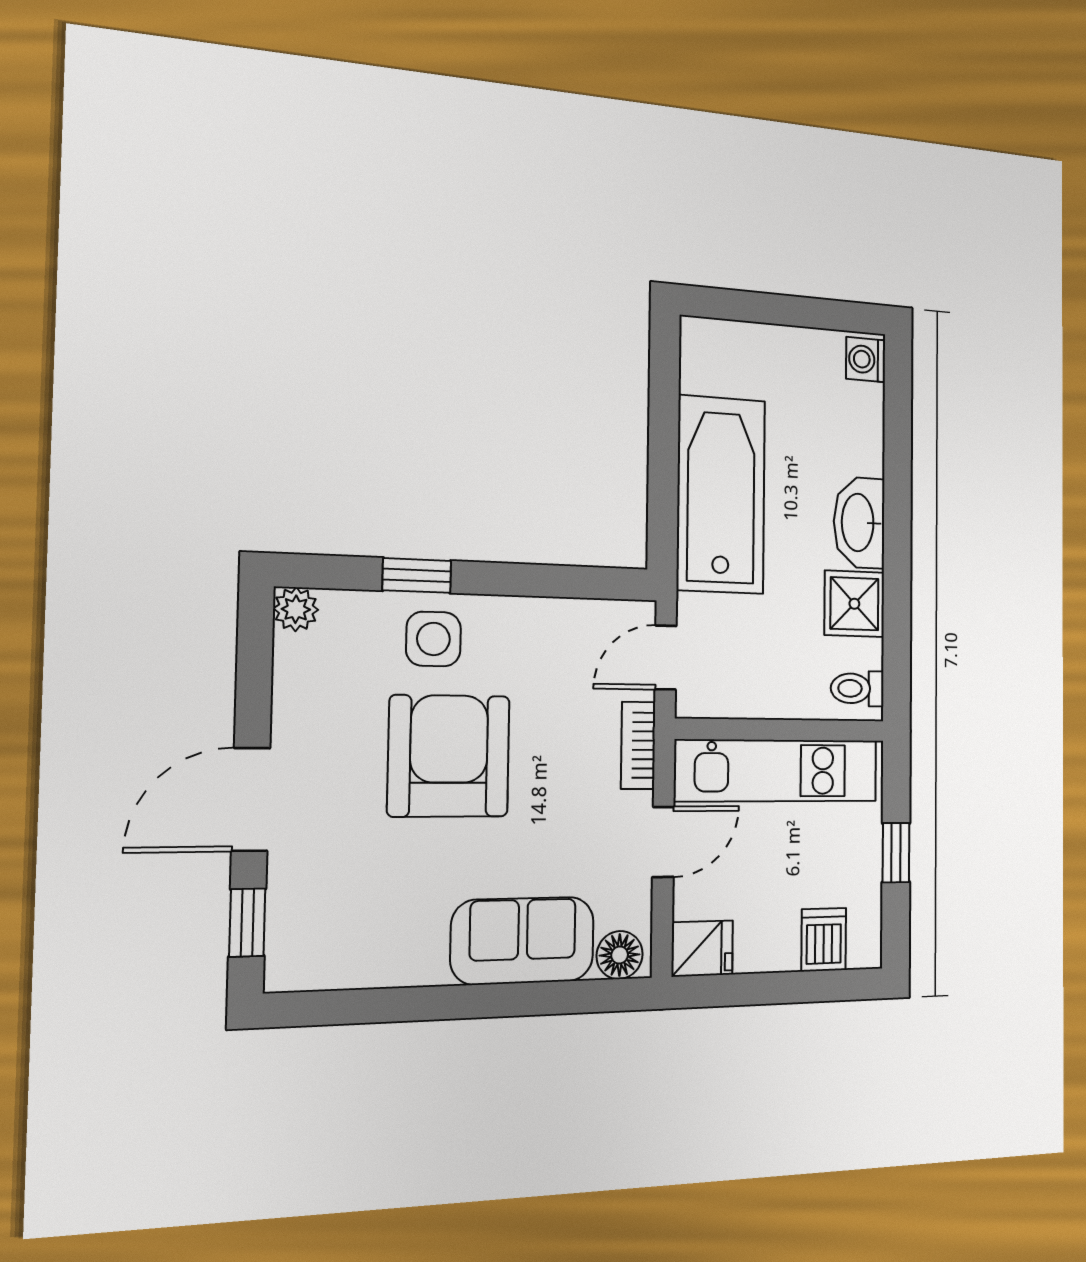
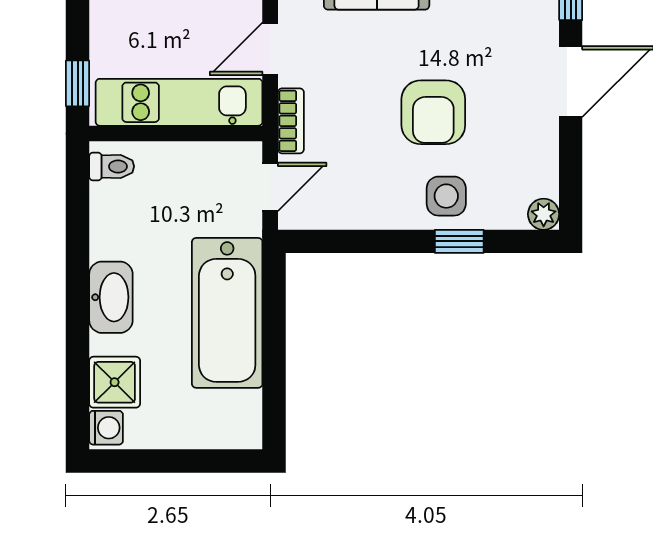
shower: (854, 604) -> (115, 382), moved
armchair: (449, 756) -> (433, 112), width x0.73, depth x0.73
window: (896, 853) -> (78, 83), moved

